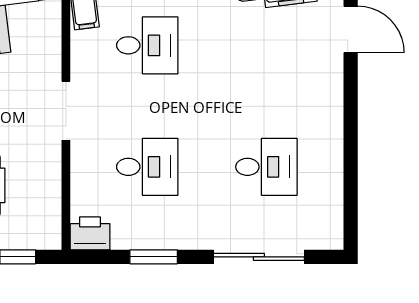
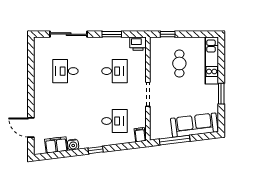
desk: (147, 45) -> (114, 121), turned 180
desk: (147, 167) -> (114, 71), turned 180

